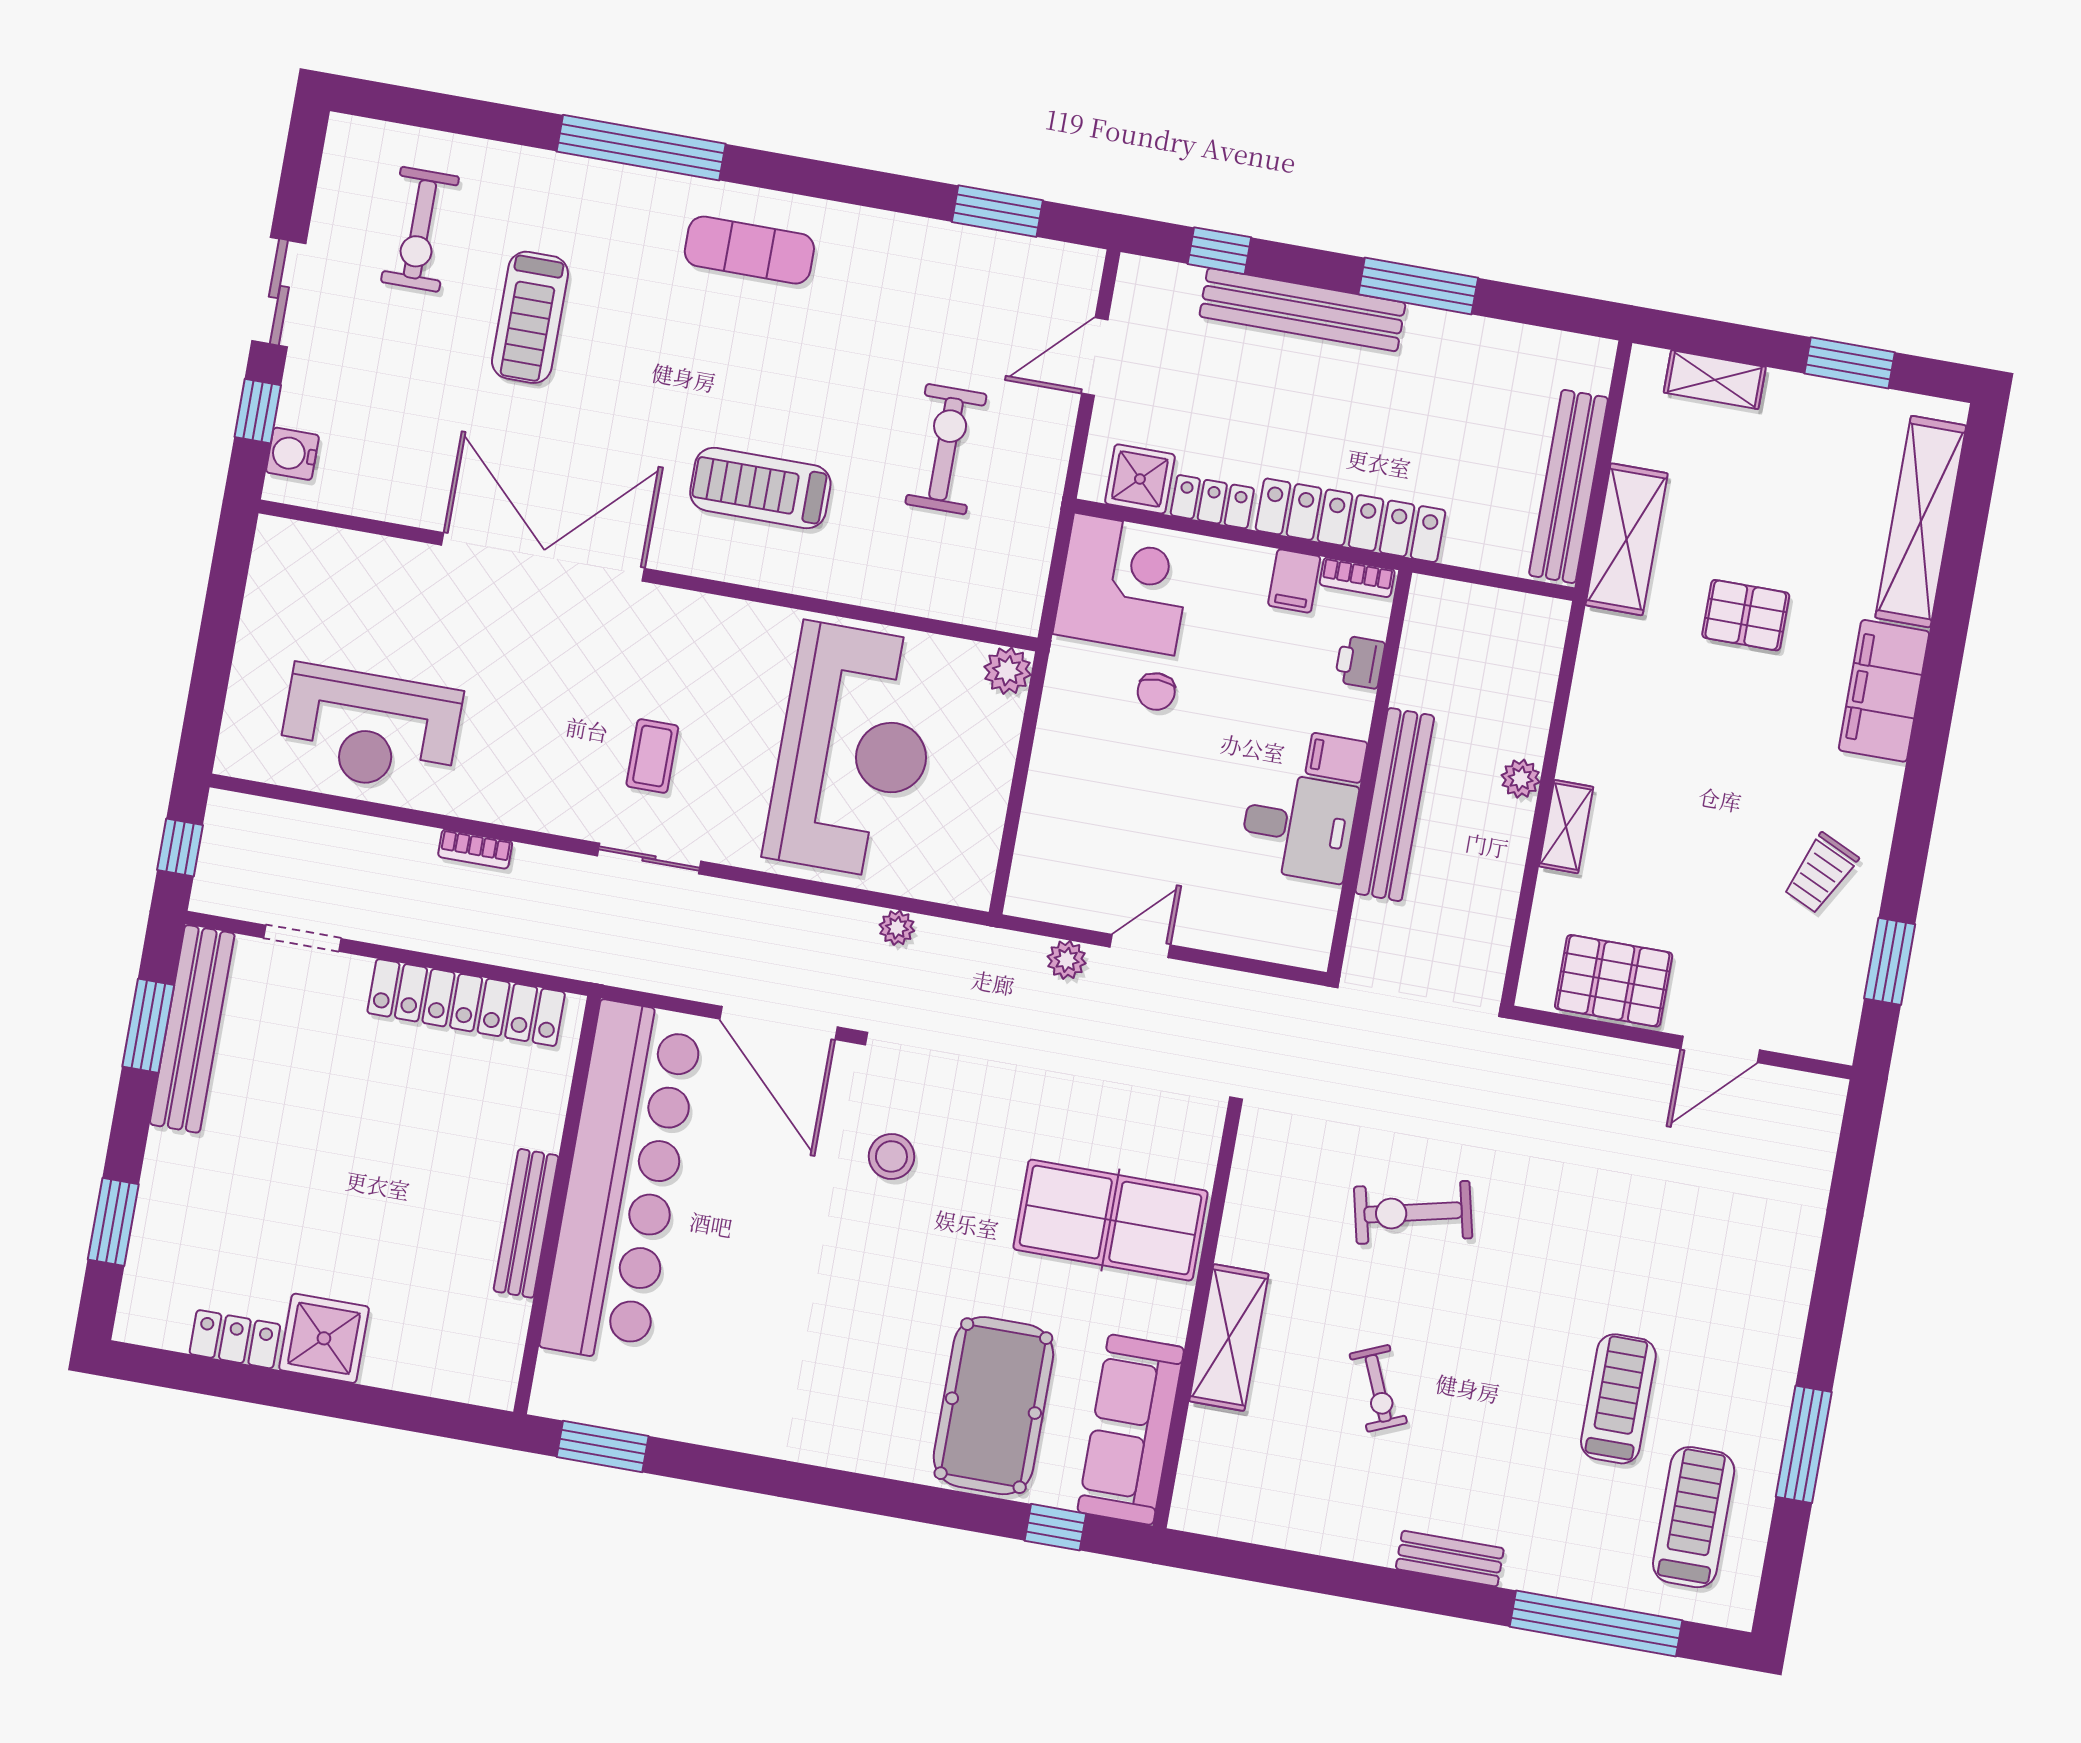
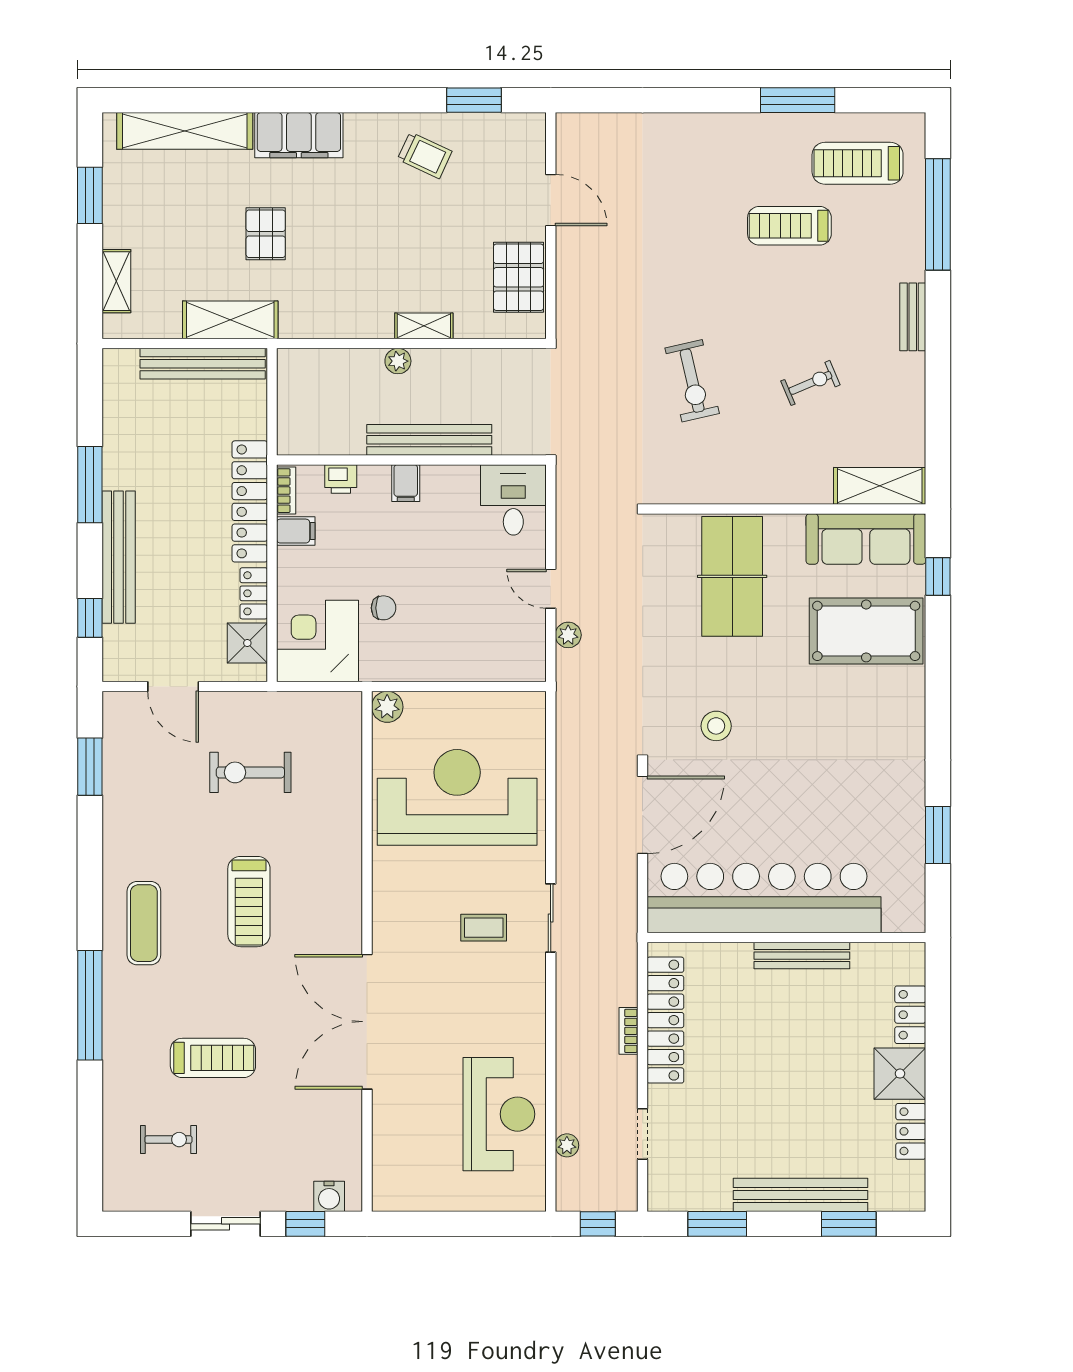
exercise bike: (420, 229) -> (168, 1140), width x0.73, depth x0.72
treadmill: (760, 488) -> (249, 902), moved
desk: (1298, 827) -> (513, 500), moved
bookcase: (475, 849) -> (629, 1031), moved, turned 180
plant: (897, 928) -> (567, 1145), moved
bench: (192, 1029) -> (801, 1195), moved
shelving: (1229, 1338) -> (880, 486), moved
locker: (409, 1369) -> (910, 1015), added
window: (603, 1447) -> (938, 835), moved

